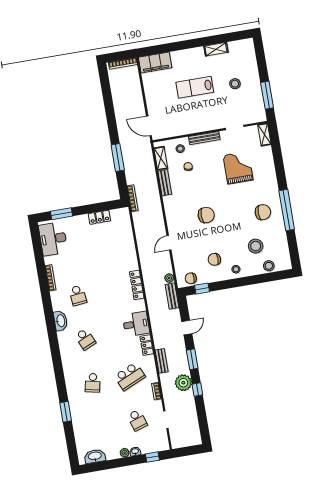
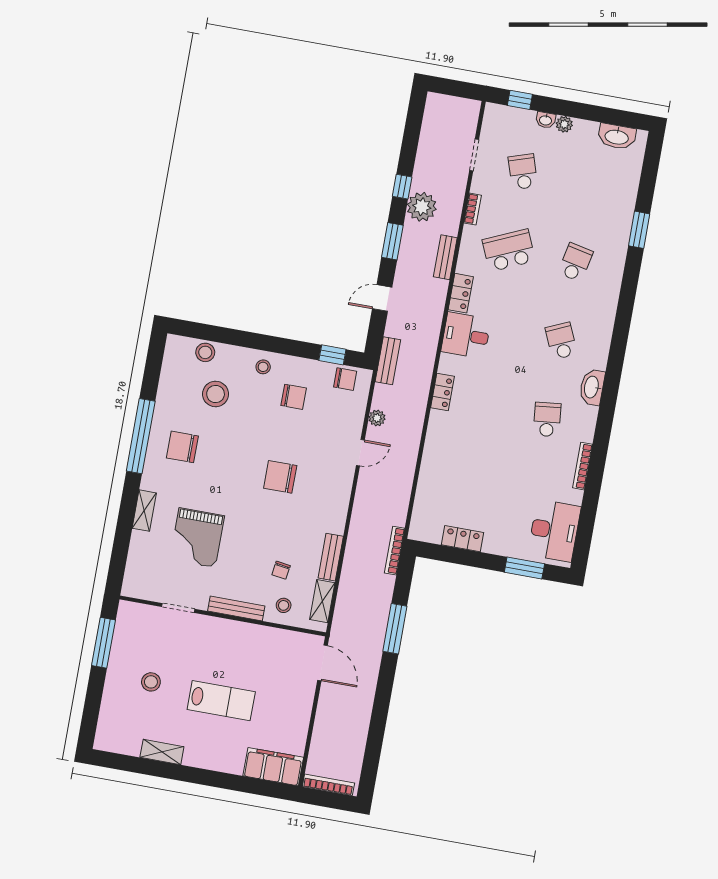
shelving: (264, 134) -> (144, 511), moved
plant: (169, 278) -> (377, 418), moved
locker: (137, 285) -> (443, 392), width x0.66

